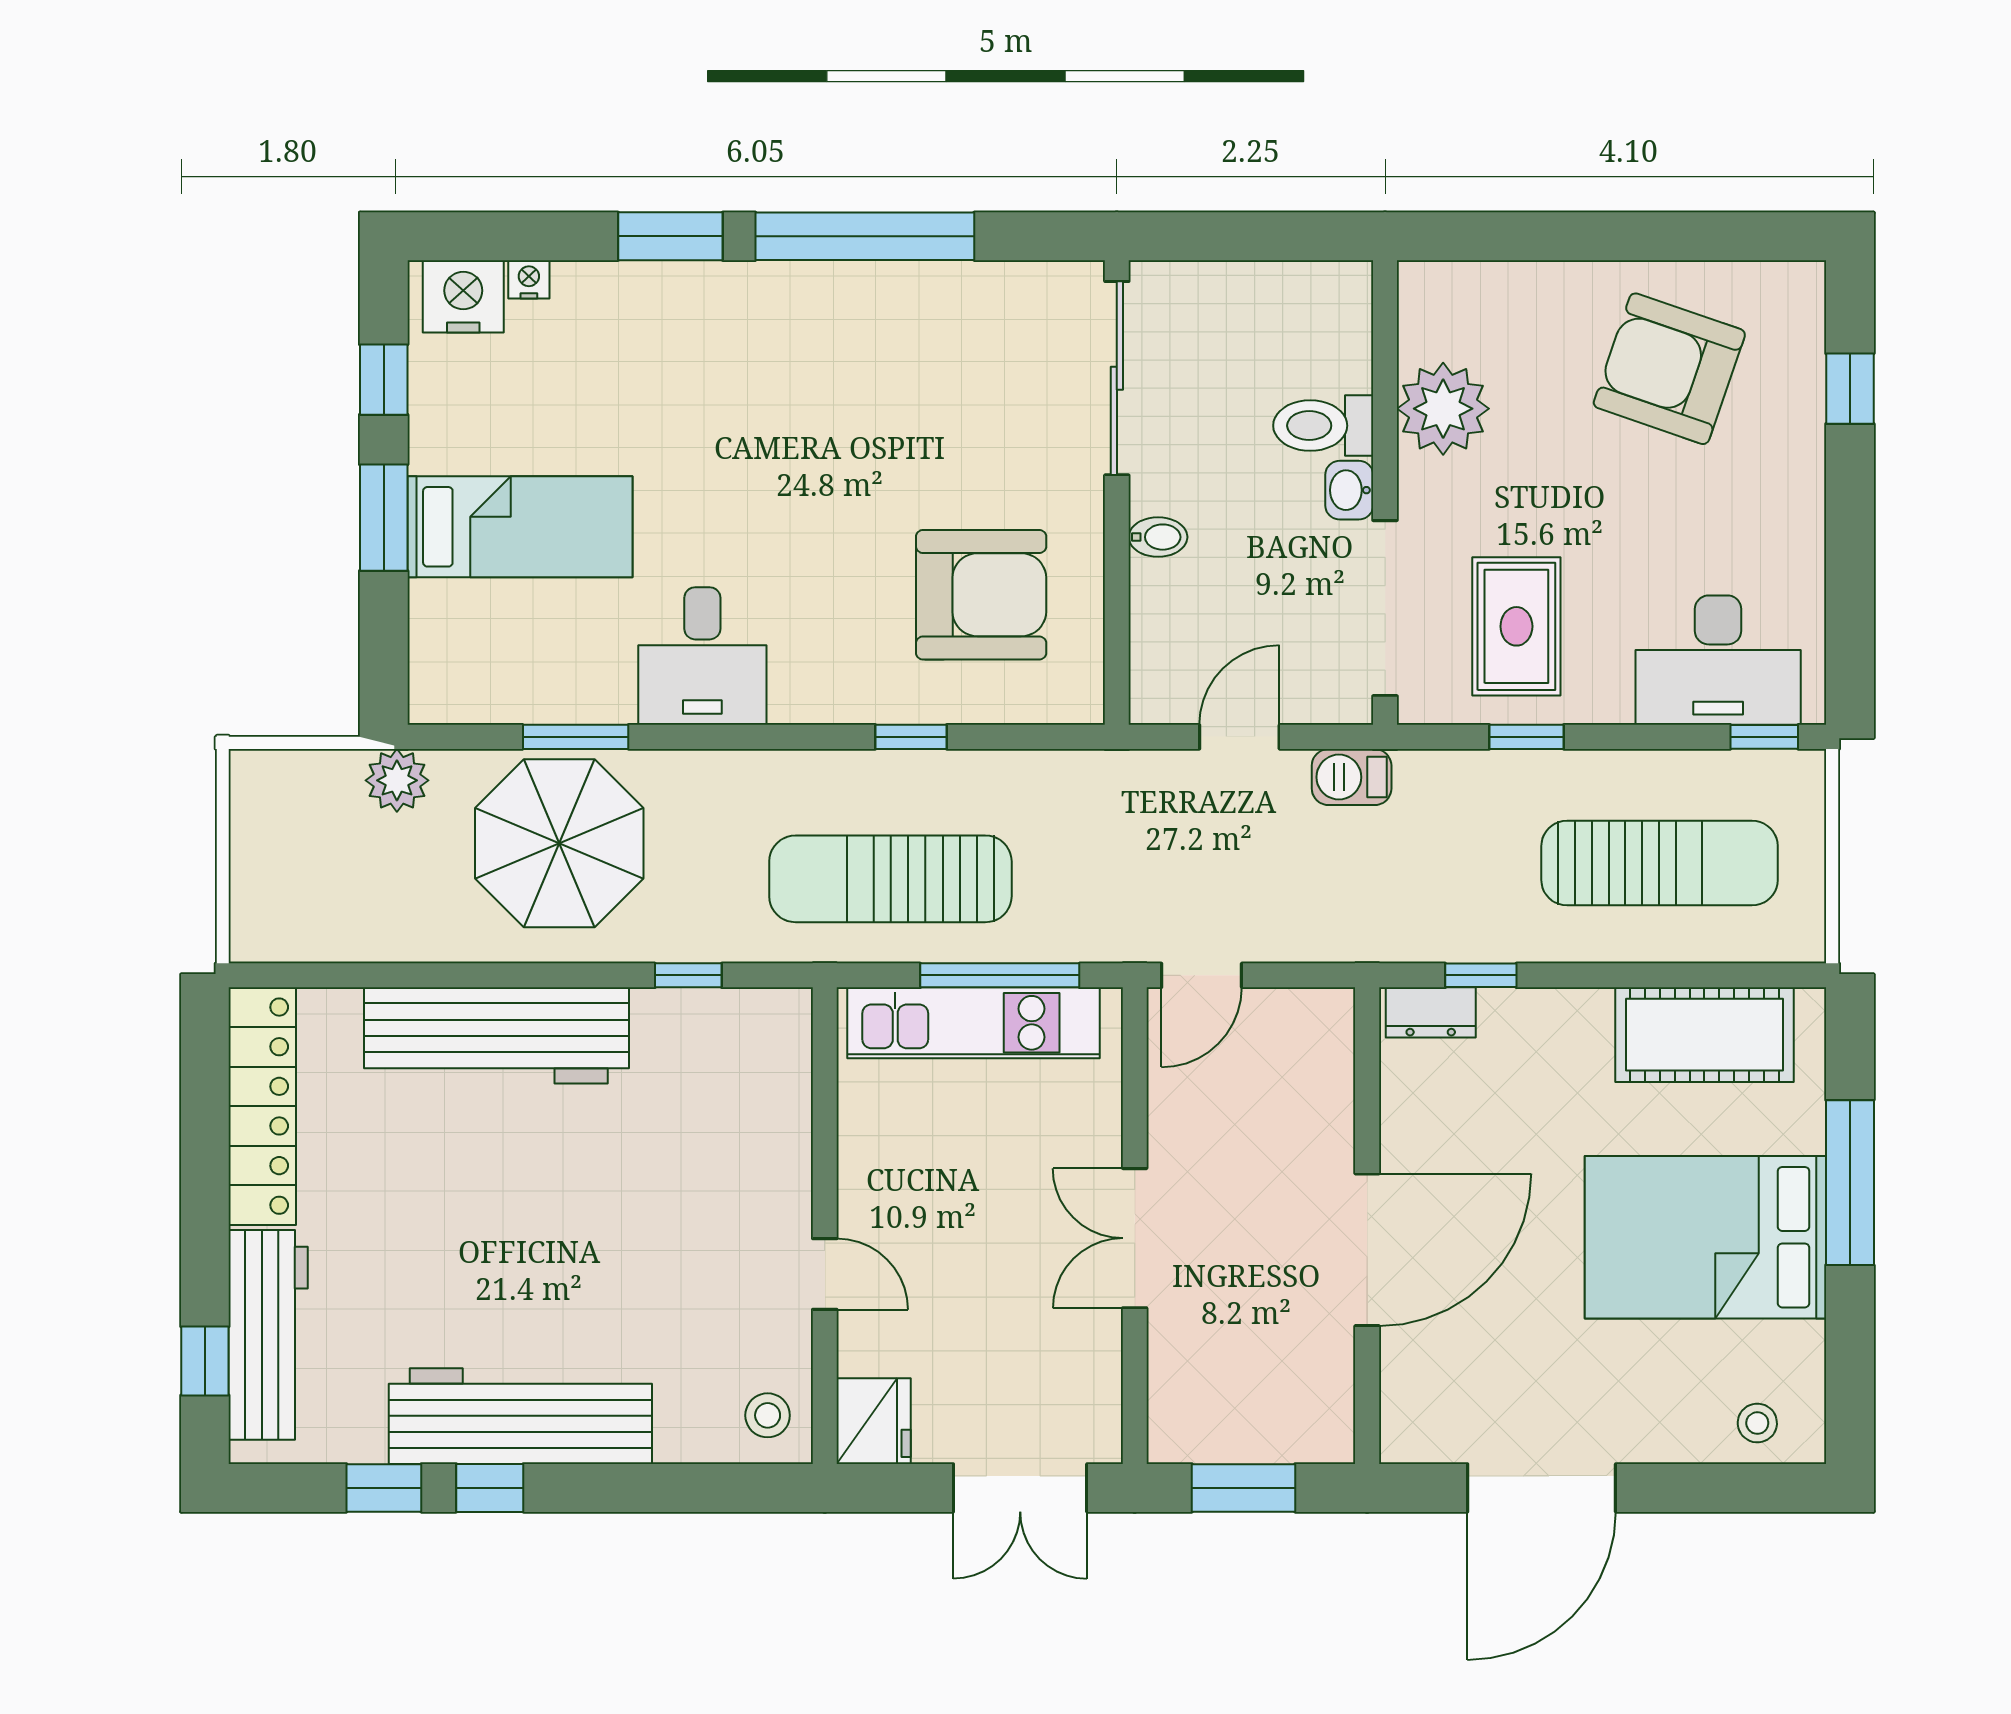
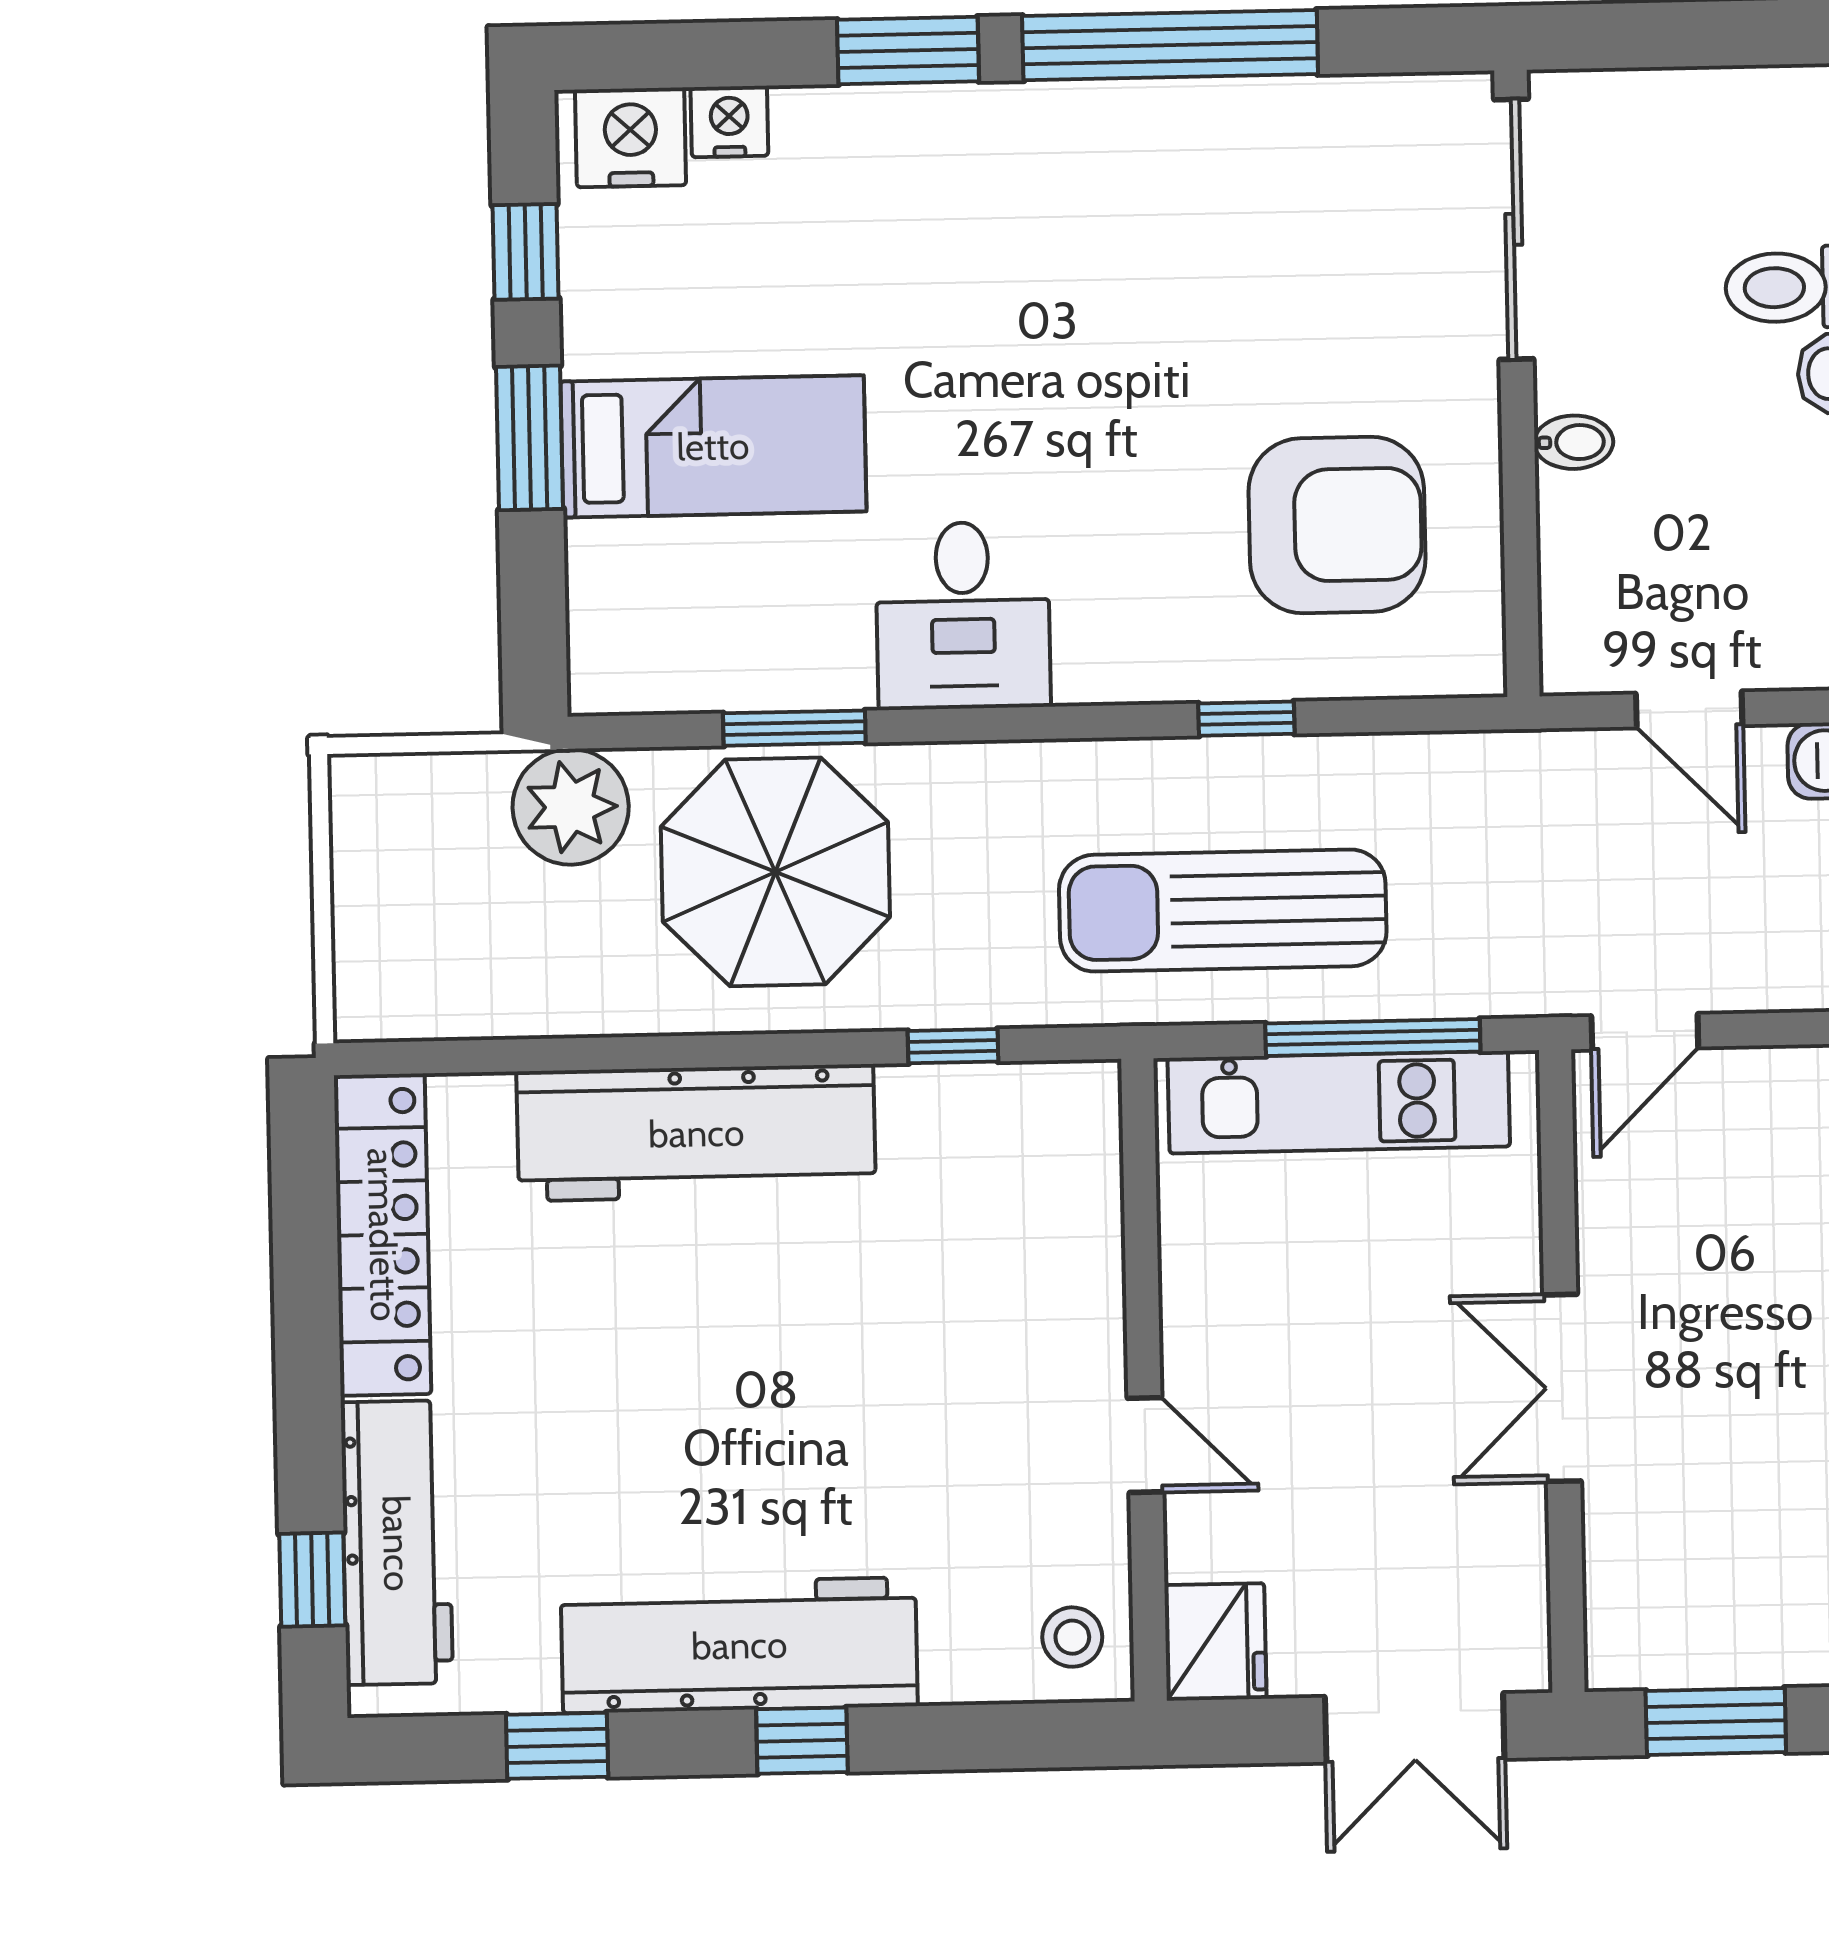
nightstand: (529, 279) -> (729, 122), width x1.39, depth x1.35
door: (1239, 737) -> (1689, 709), swing flipped
plant: (397, 780) -> (571, 807), width x1.36, depth x1.36
window: (490, 1488) -> (802, 1741), moved

